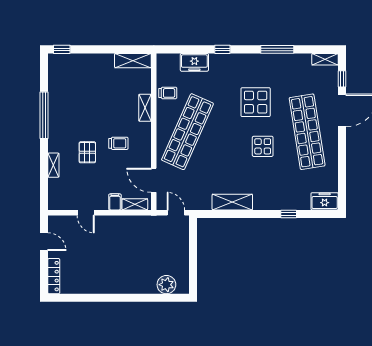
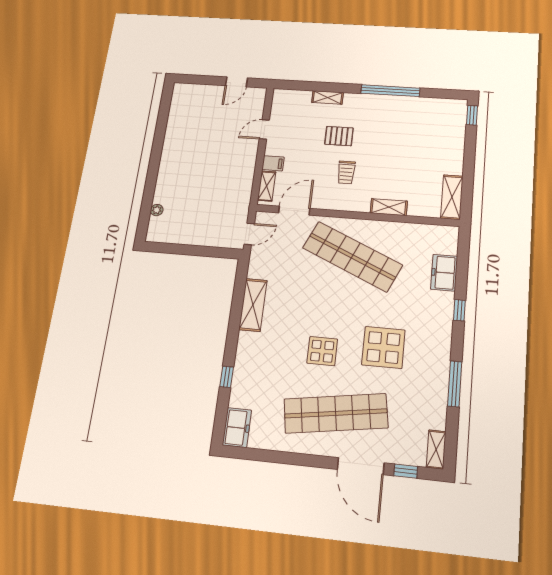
trolley: (168, 93) -> (406, 236), removed
locker: (54, 276) -> (194, 90), removed
plant: (166, 285) -> (157, 210), width x0.53, depth x0.53

